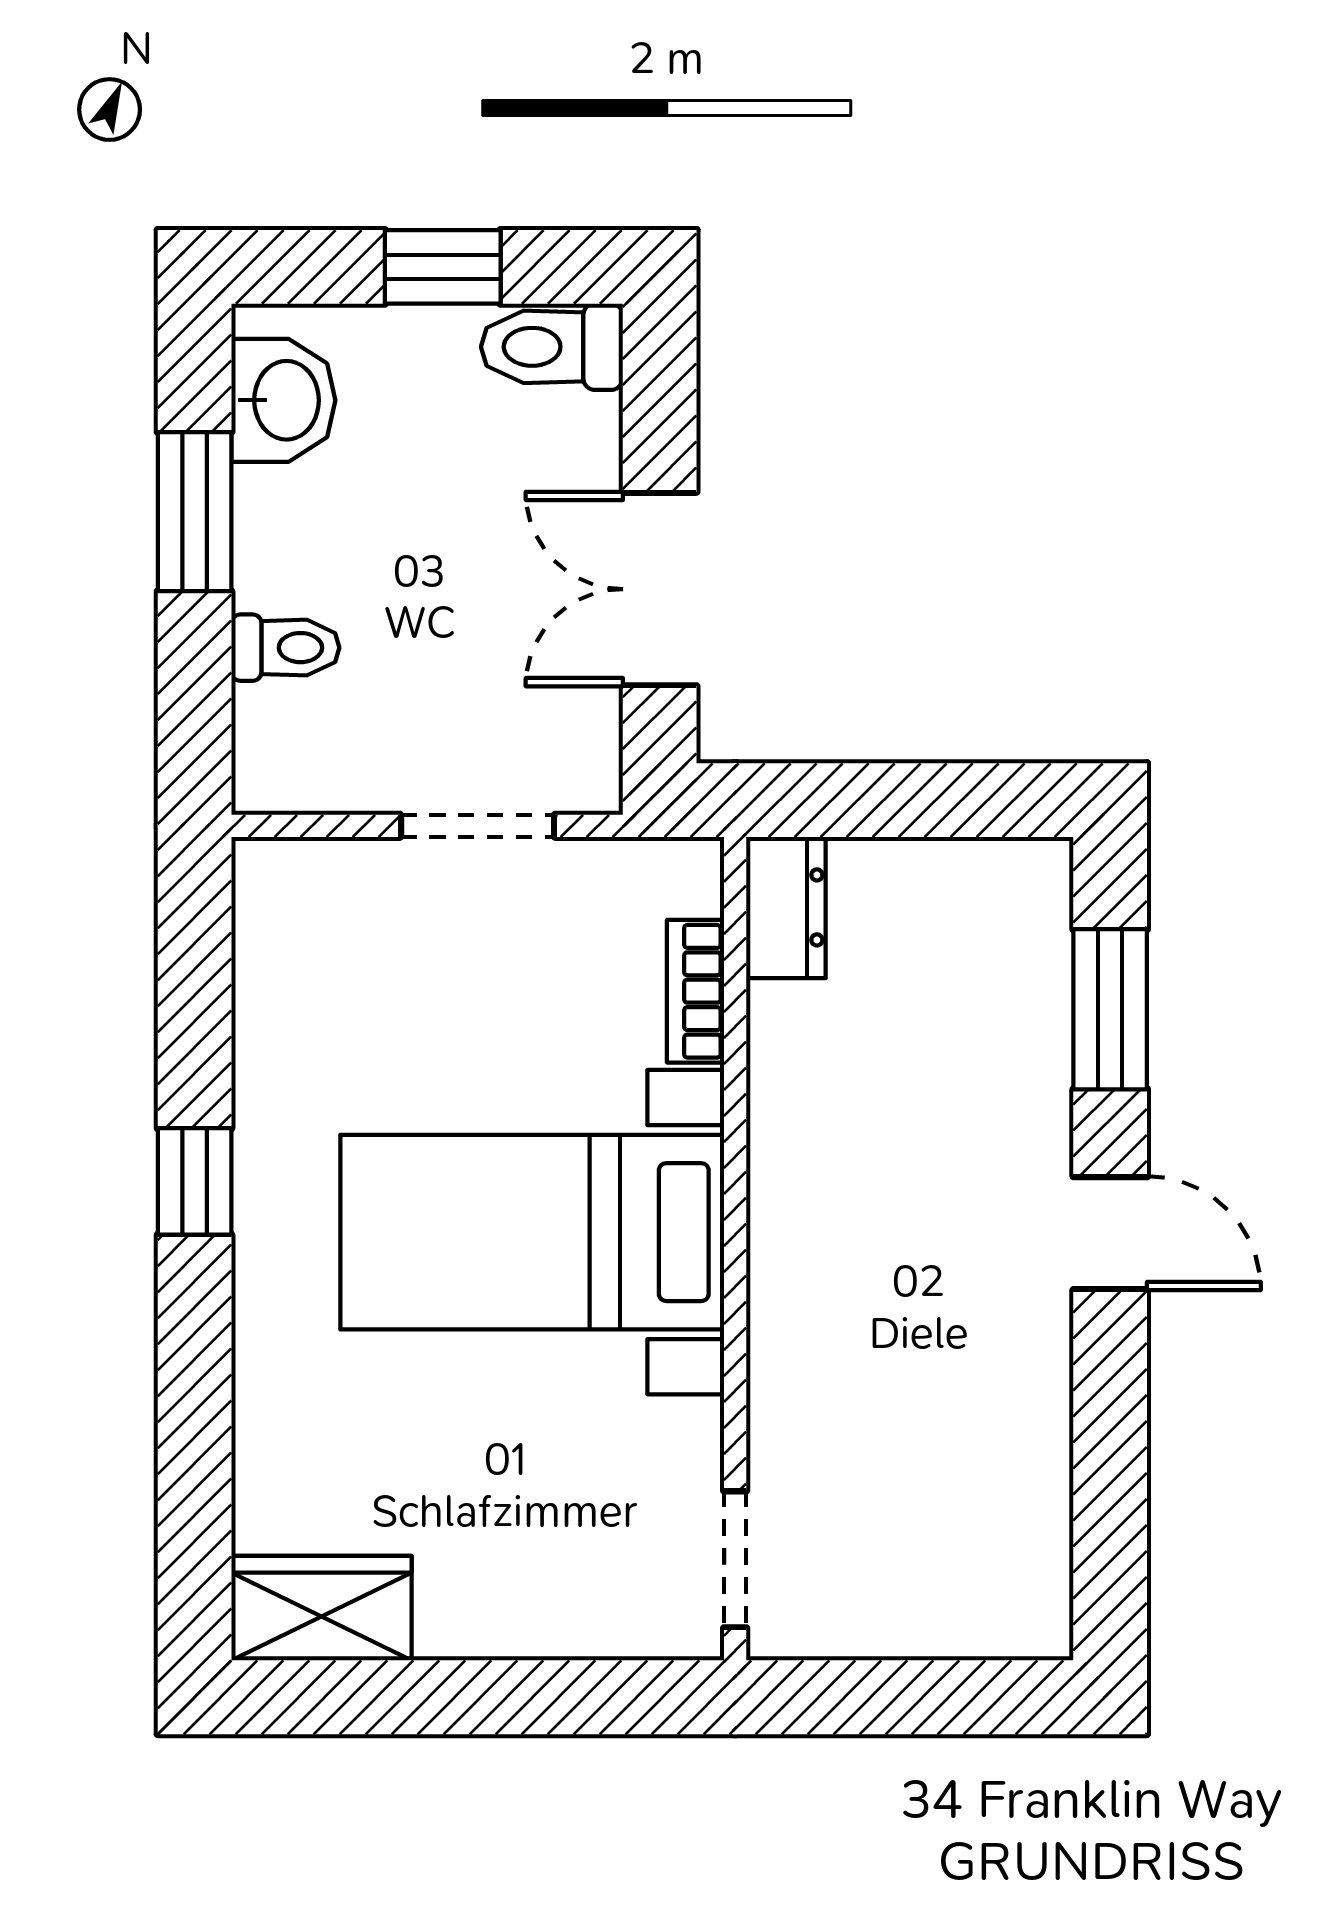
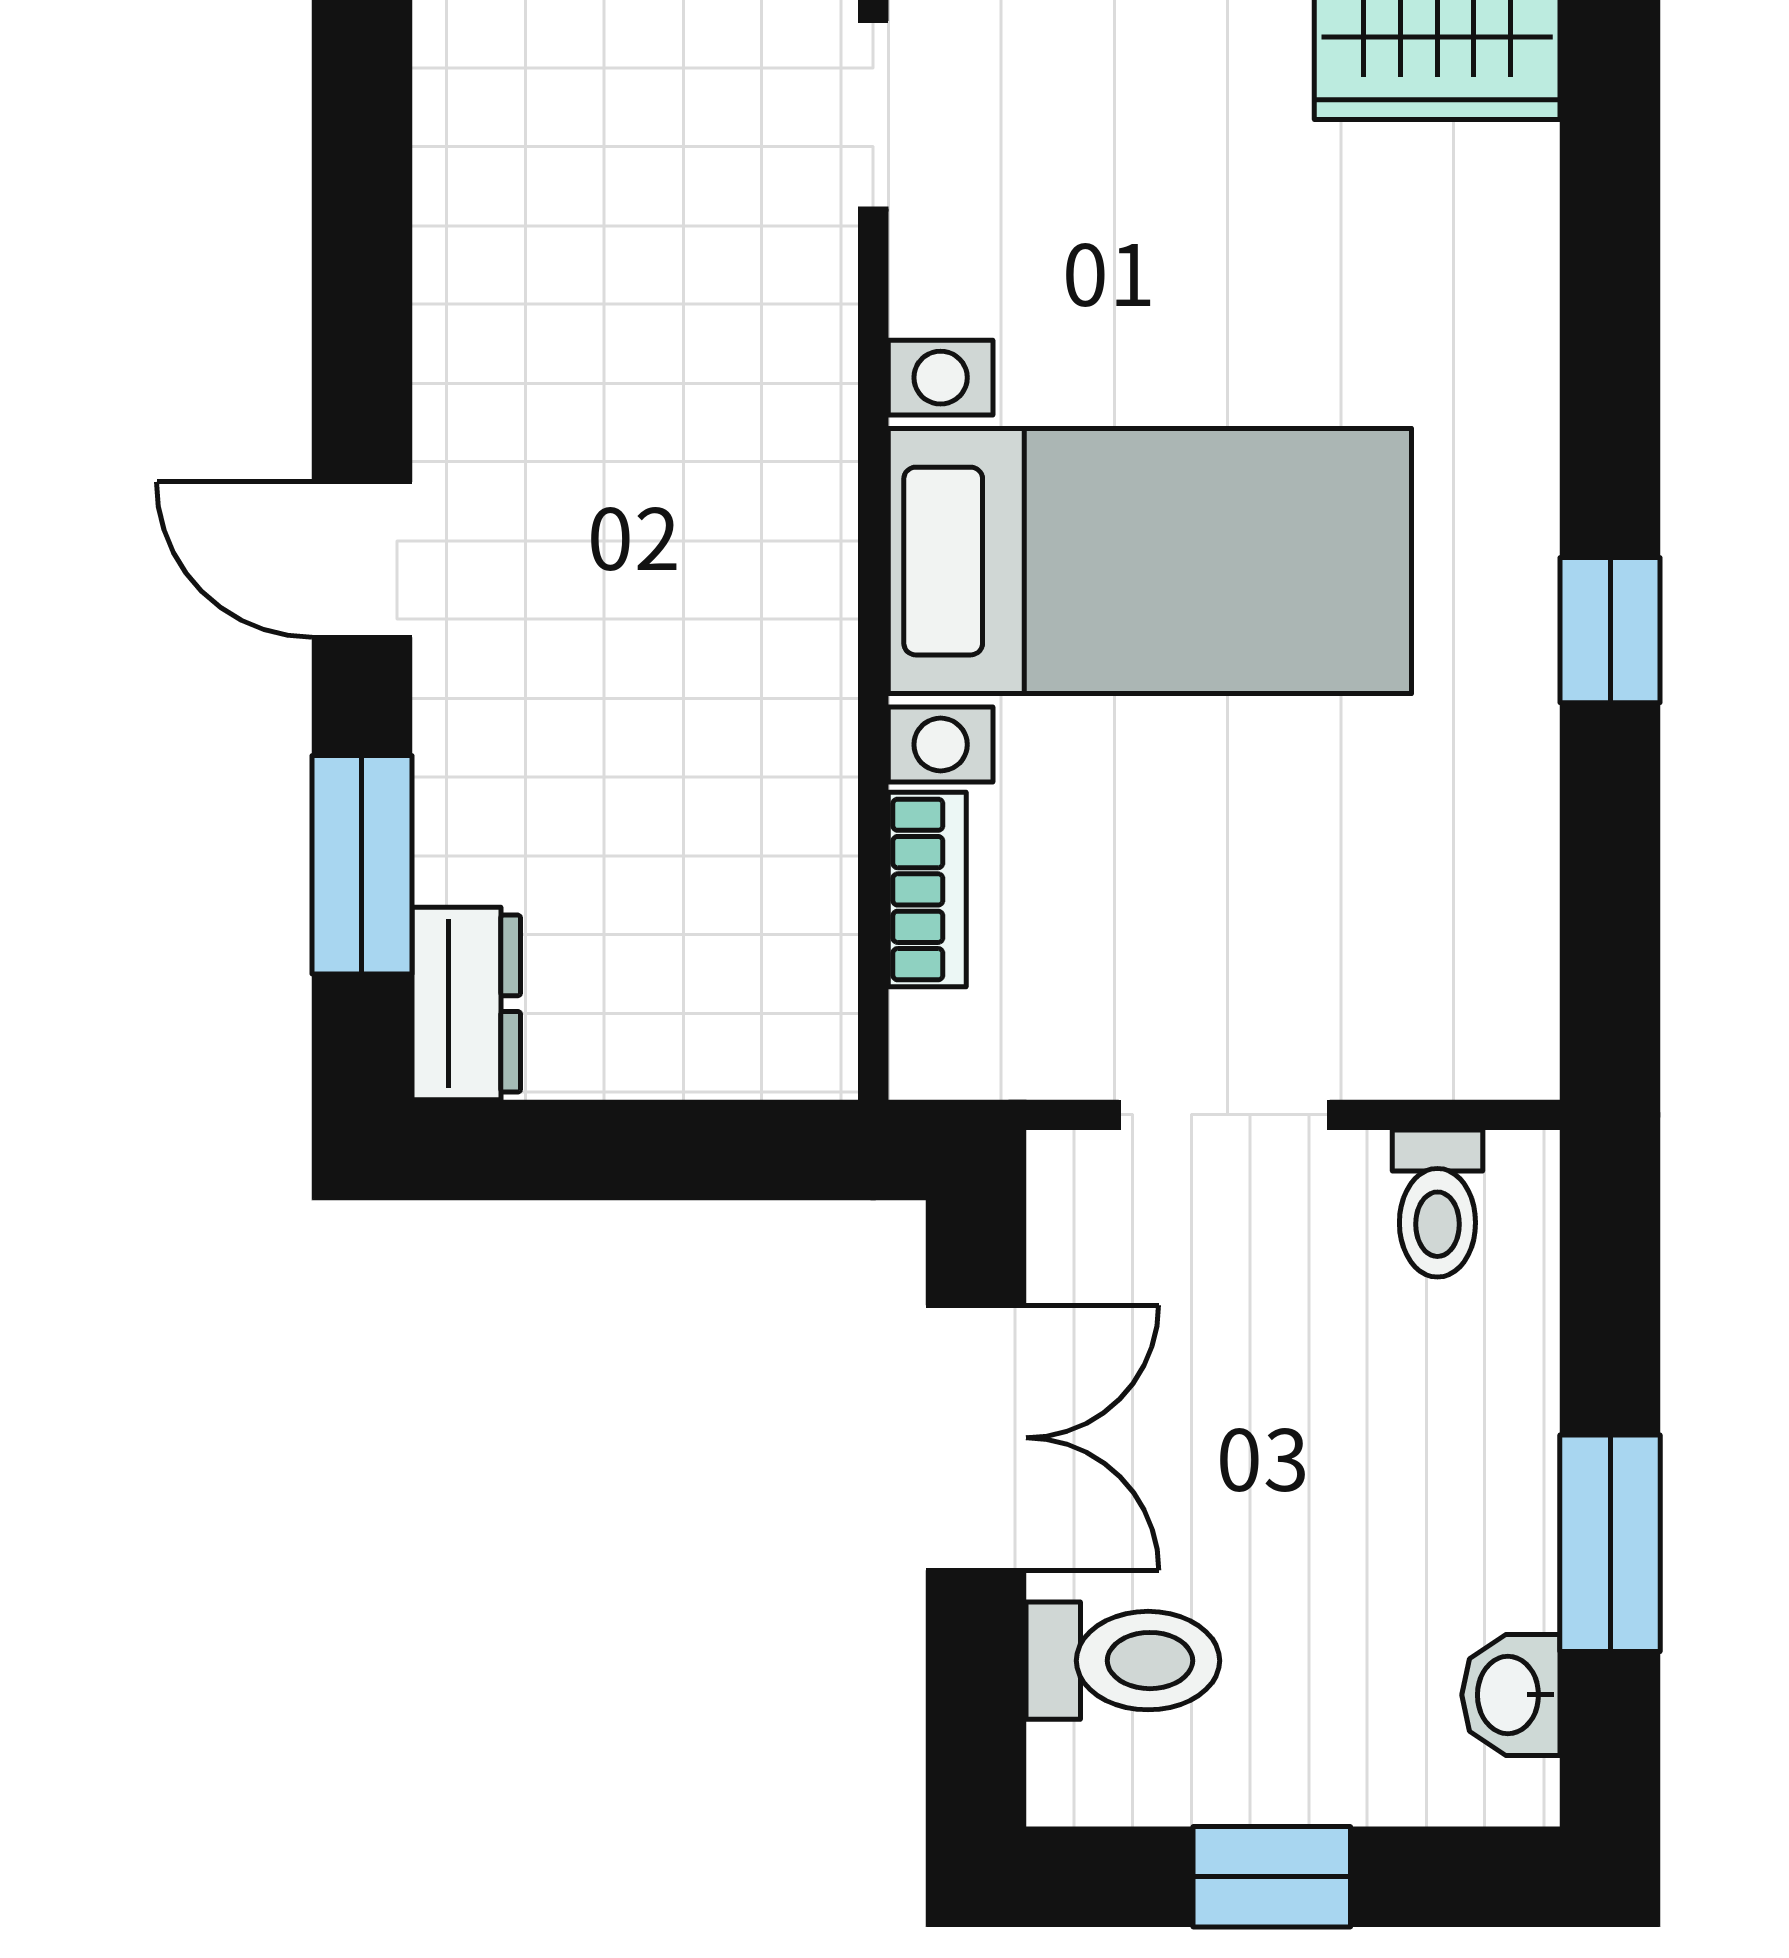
toilet: (552, 347) -> (1123, 1661), moved
washbasin: (283, 400) -> (1511, 1695), width x0.72, depth x0.69
toilet: (285, 648) -> (1437, 1204), moved, turned -90
dresser: (786, 907) -> (466, 1004), moved, turned 180

